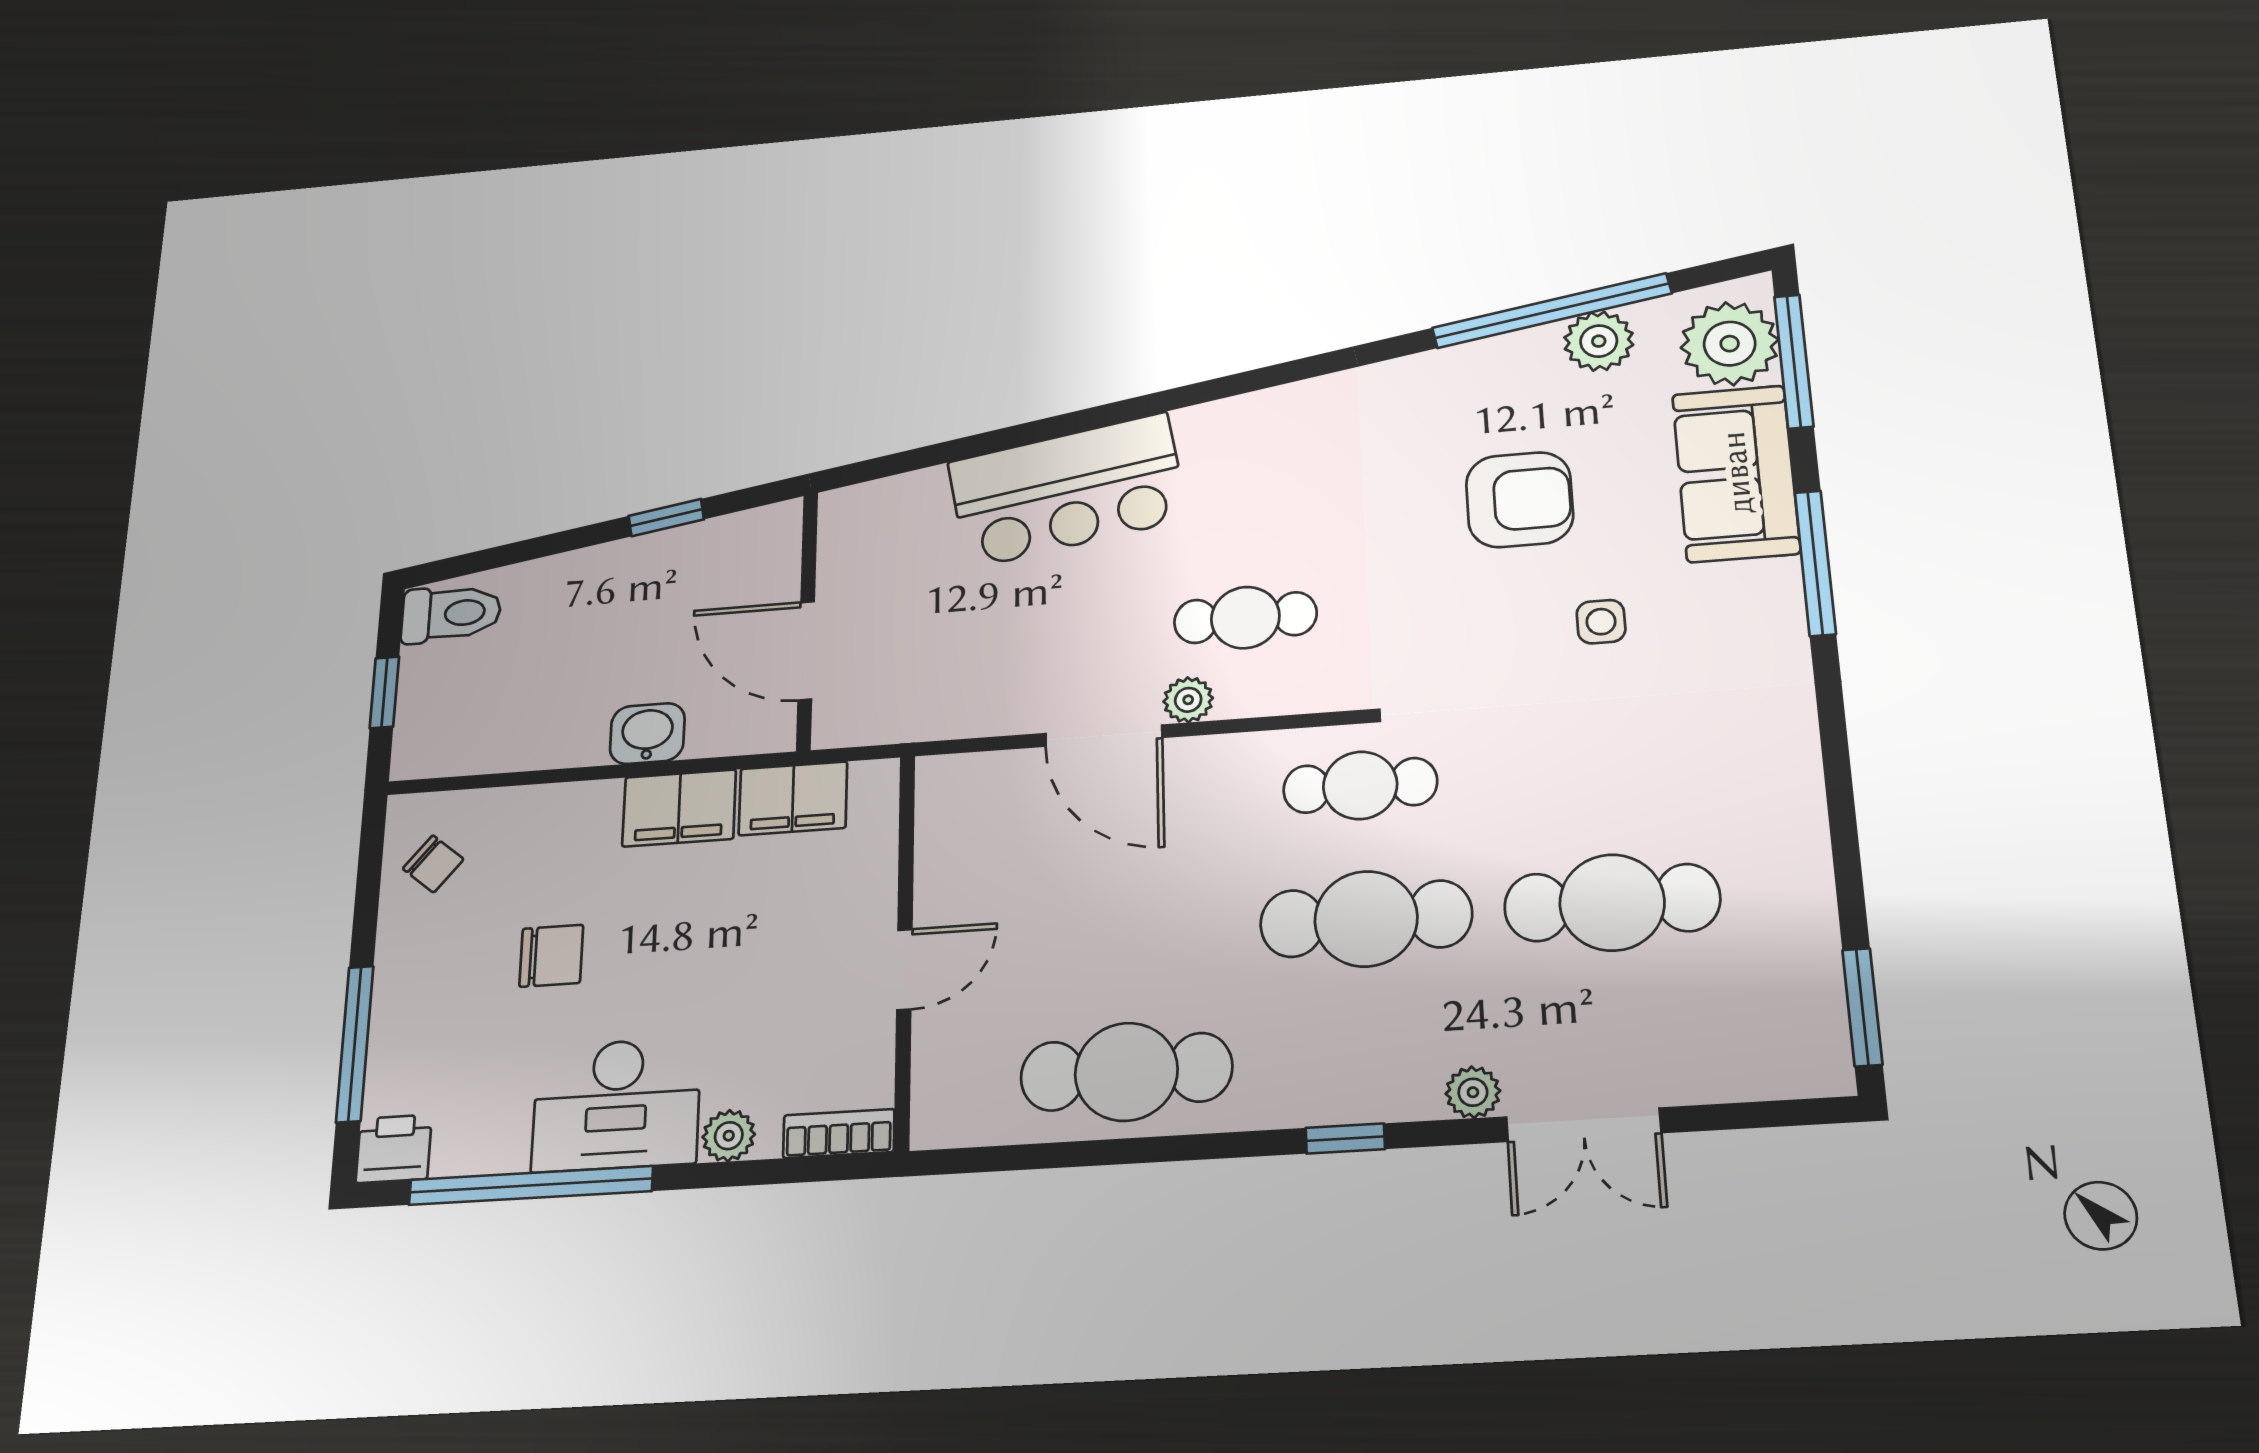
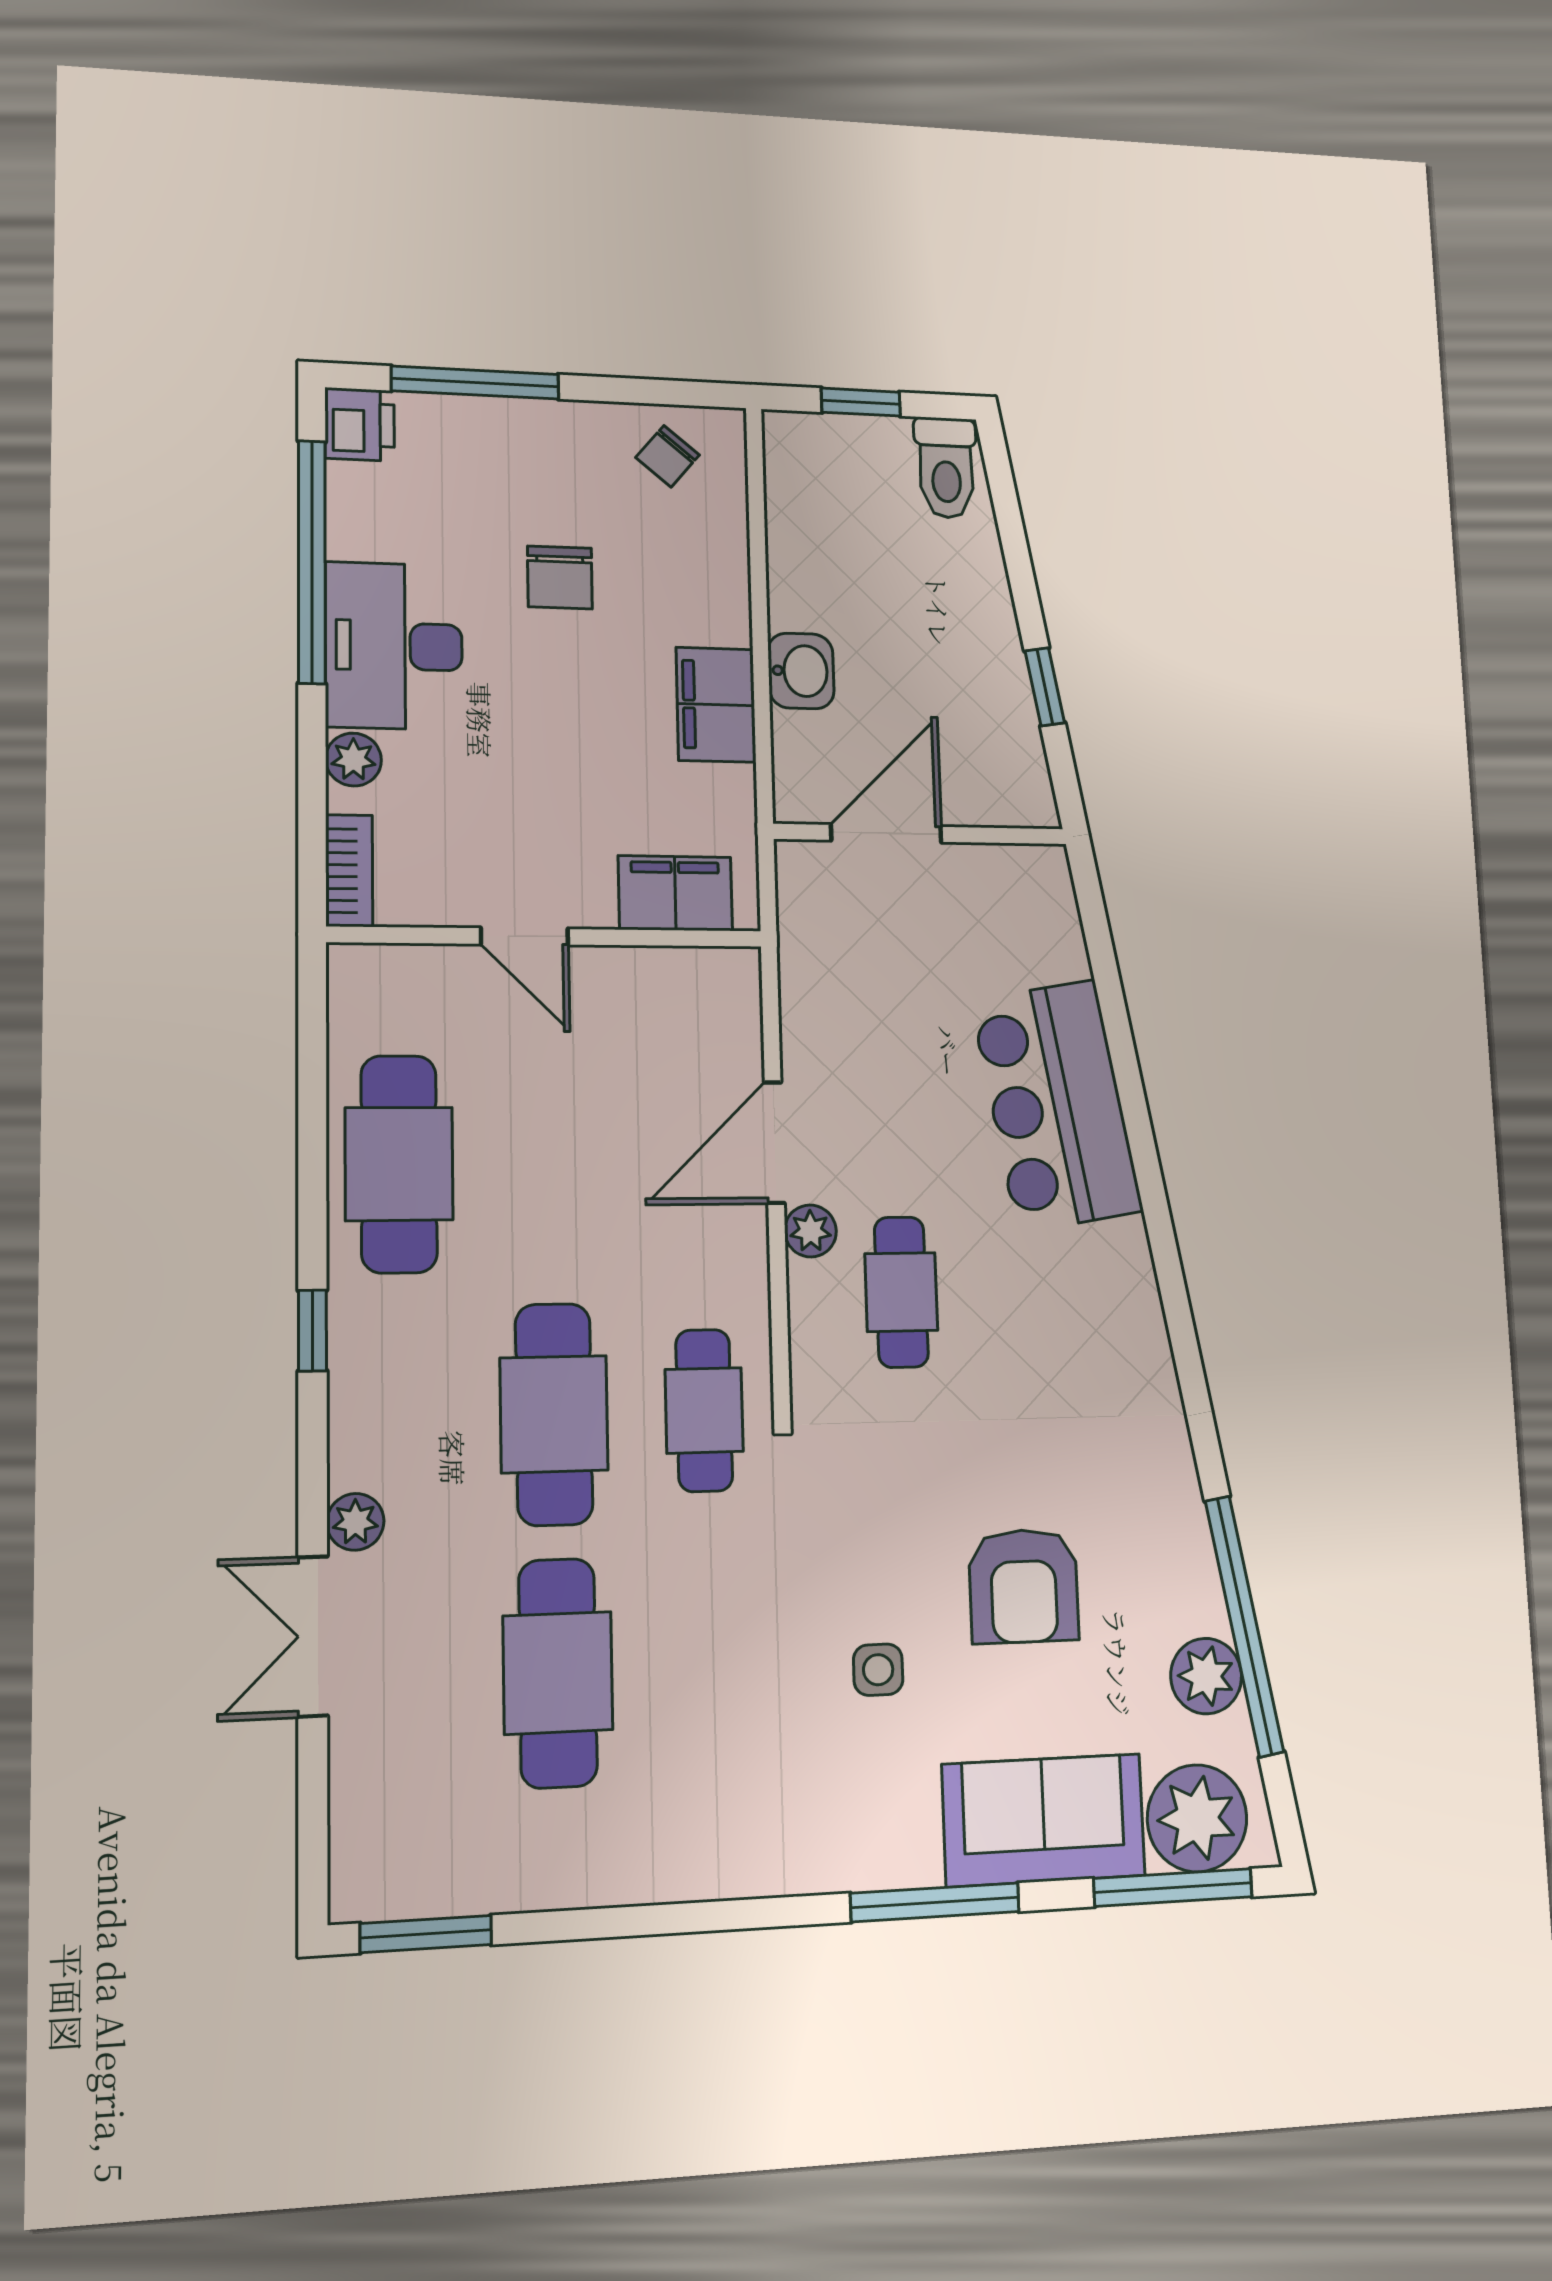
filing cabinet: (793, 798) -> (675, 893), moved, turned 90
window: (1345, 1139) -> (312, 1331), moved

